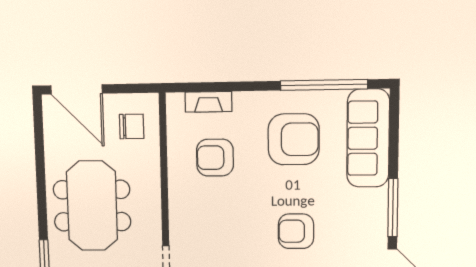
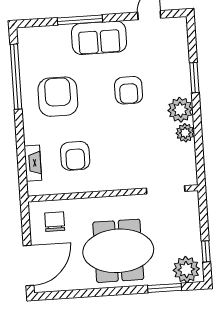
sofa: (368, 138) -> (99, 38), moved, width x0.73
window: (393, 208) -> (80, 20), moved

